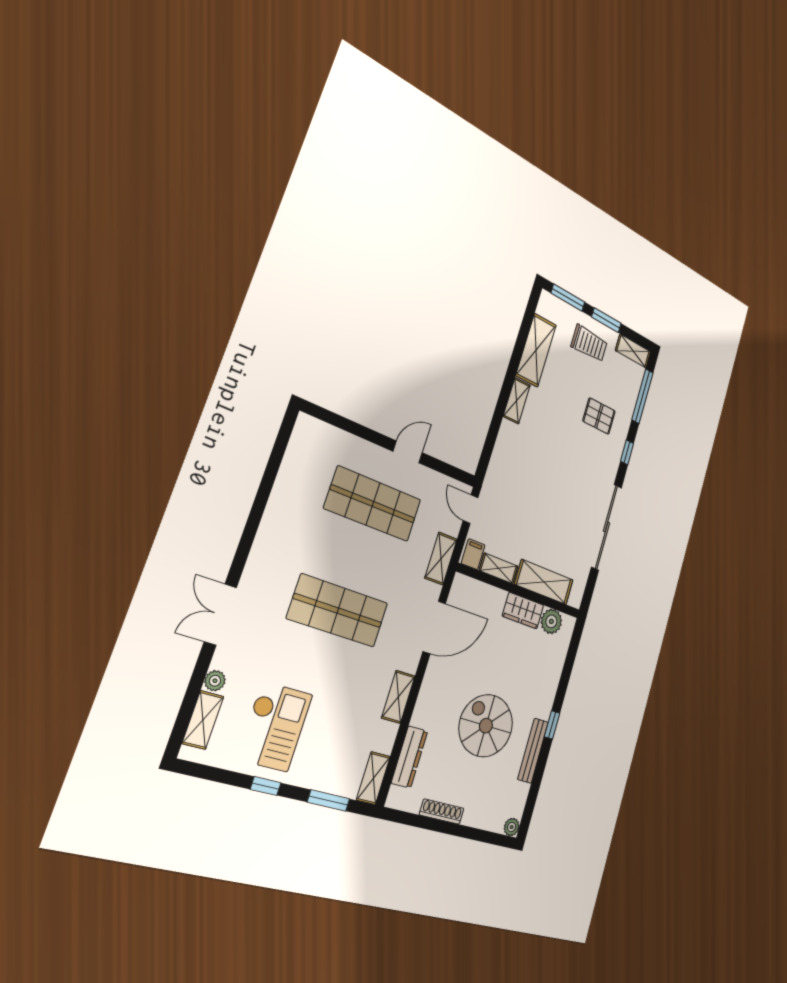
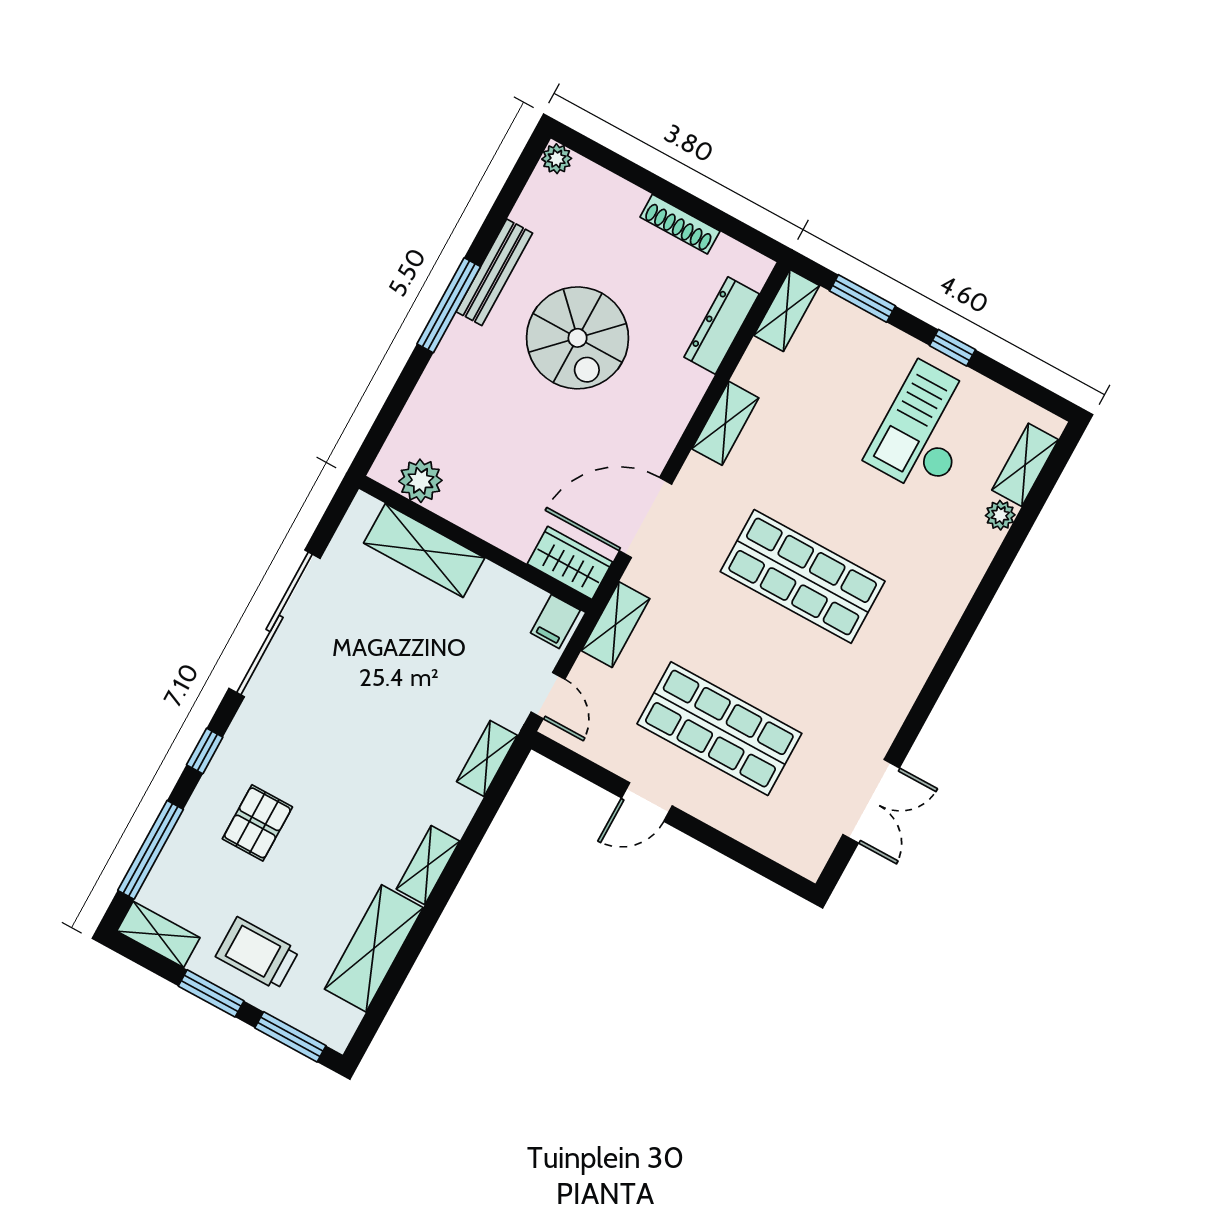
pallet: (599, 416) -> (257, 823), turned 90
shelving: (499, 568) -> (487, 759), moved, turned 90
wardrobe: (523, 611) -> (570, 563), moved
double door: (220, 615) -> (871, 801), moved
window: (552, 725) -> (449, 305), width x2.17

